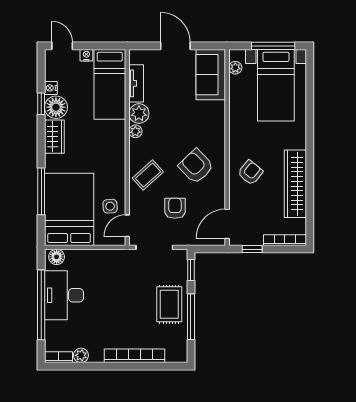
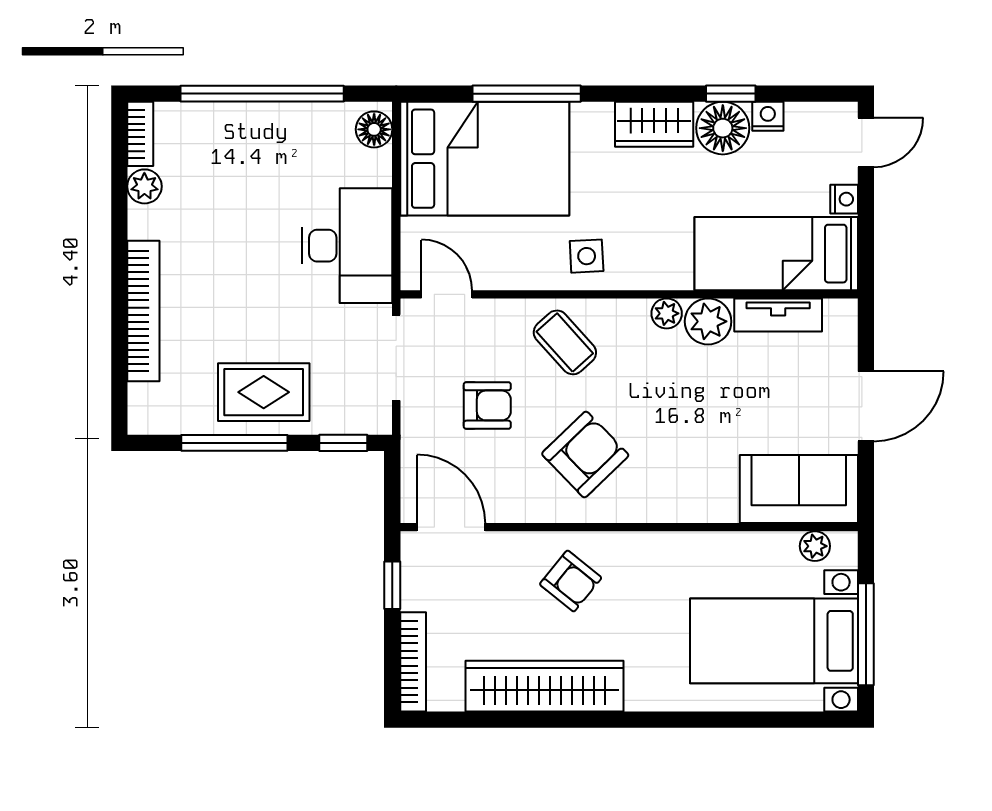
side table: (110, 206) -> (587, 256), moved
desk: (64, 295) -> (347, 246), moved, turned 90

